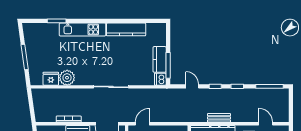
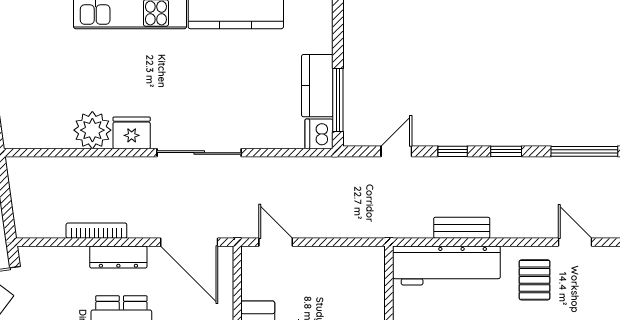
fridge: (51, 79) -> (132, 133), moved
door: (192, 86) -> (396, 151), hinge flipped
door: (142, 124) -> (276, 242), hinge flipped

